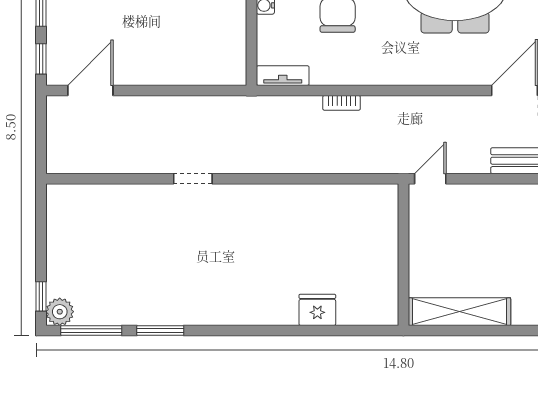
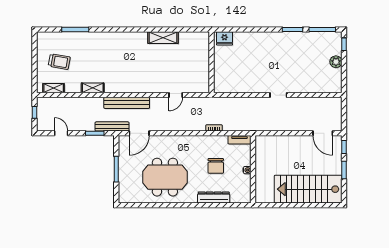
door: (90, 90) -> (323, 133), hinge flipped
wall: (403, 255) -> (212, 62), moved
plant: (60, 312) -> (336, 62), moved
shelving: (459, 312) -> (163, 38), width x0.68

